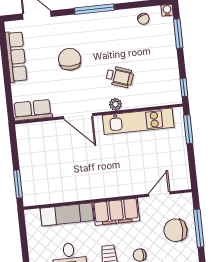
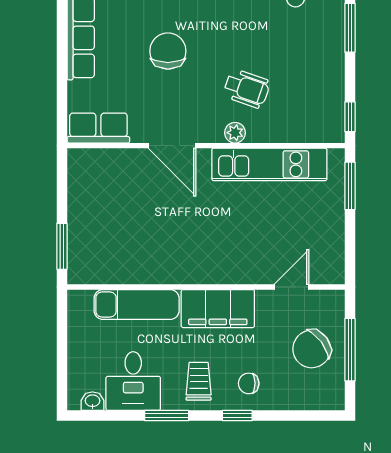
chair: (176, 230) -> (312, 349), turned -37

